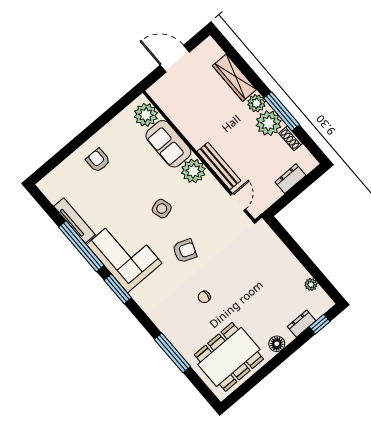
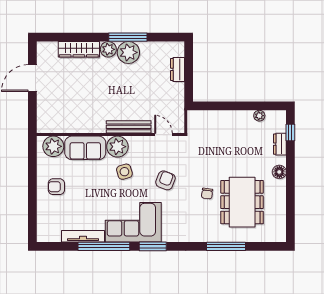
plant: (146, 115) -> (53, 146), moved
shoe rack: (291, 138) -> (151, 46), removed
sofa: (168, 144) -> (85, 148), moved
wall: (199, 156) -> (111, 135), moved
bench: (219, 166) -> (129, 127), moved
plant: (193, 171) -> (117, 147), moved
door: (238, 202) -> (163, 135), moved
dining table: (229, 357) -> (242, 202), moved

